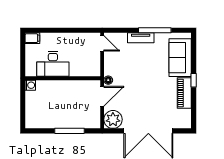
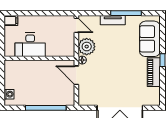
washing machine: (30, 85) -> (9, 94), moved
door: (102, 96) -> (76, 75), swing flipped
plant: (113, 119) -> (87, 47), moved
window: (70, 131) -> (46, 108), width x1.46

